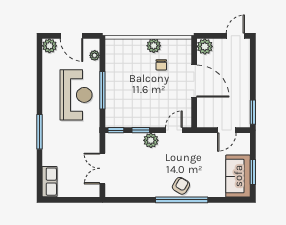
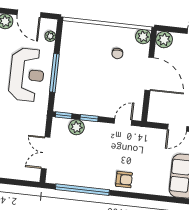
plant: (154, 46) -> (143, 37), moved
plant: (151, 140) -> (77, 127), moved
armchair: (181, 186) -> (124, 180), turned 59
window: (182, 200) -> (82, 190), moved

